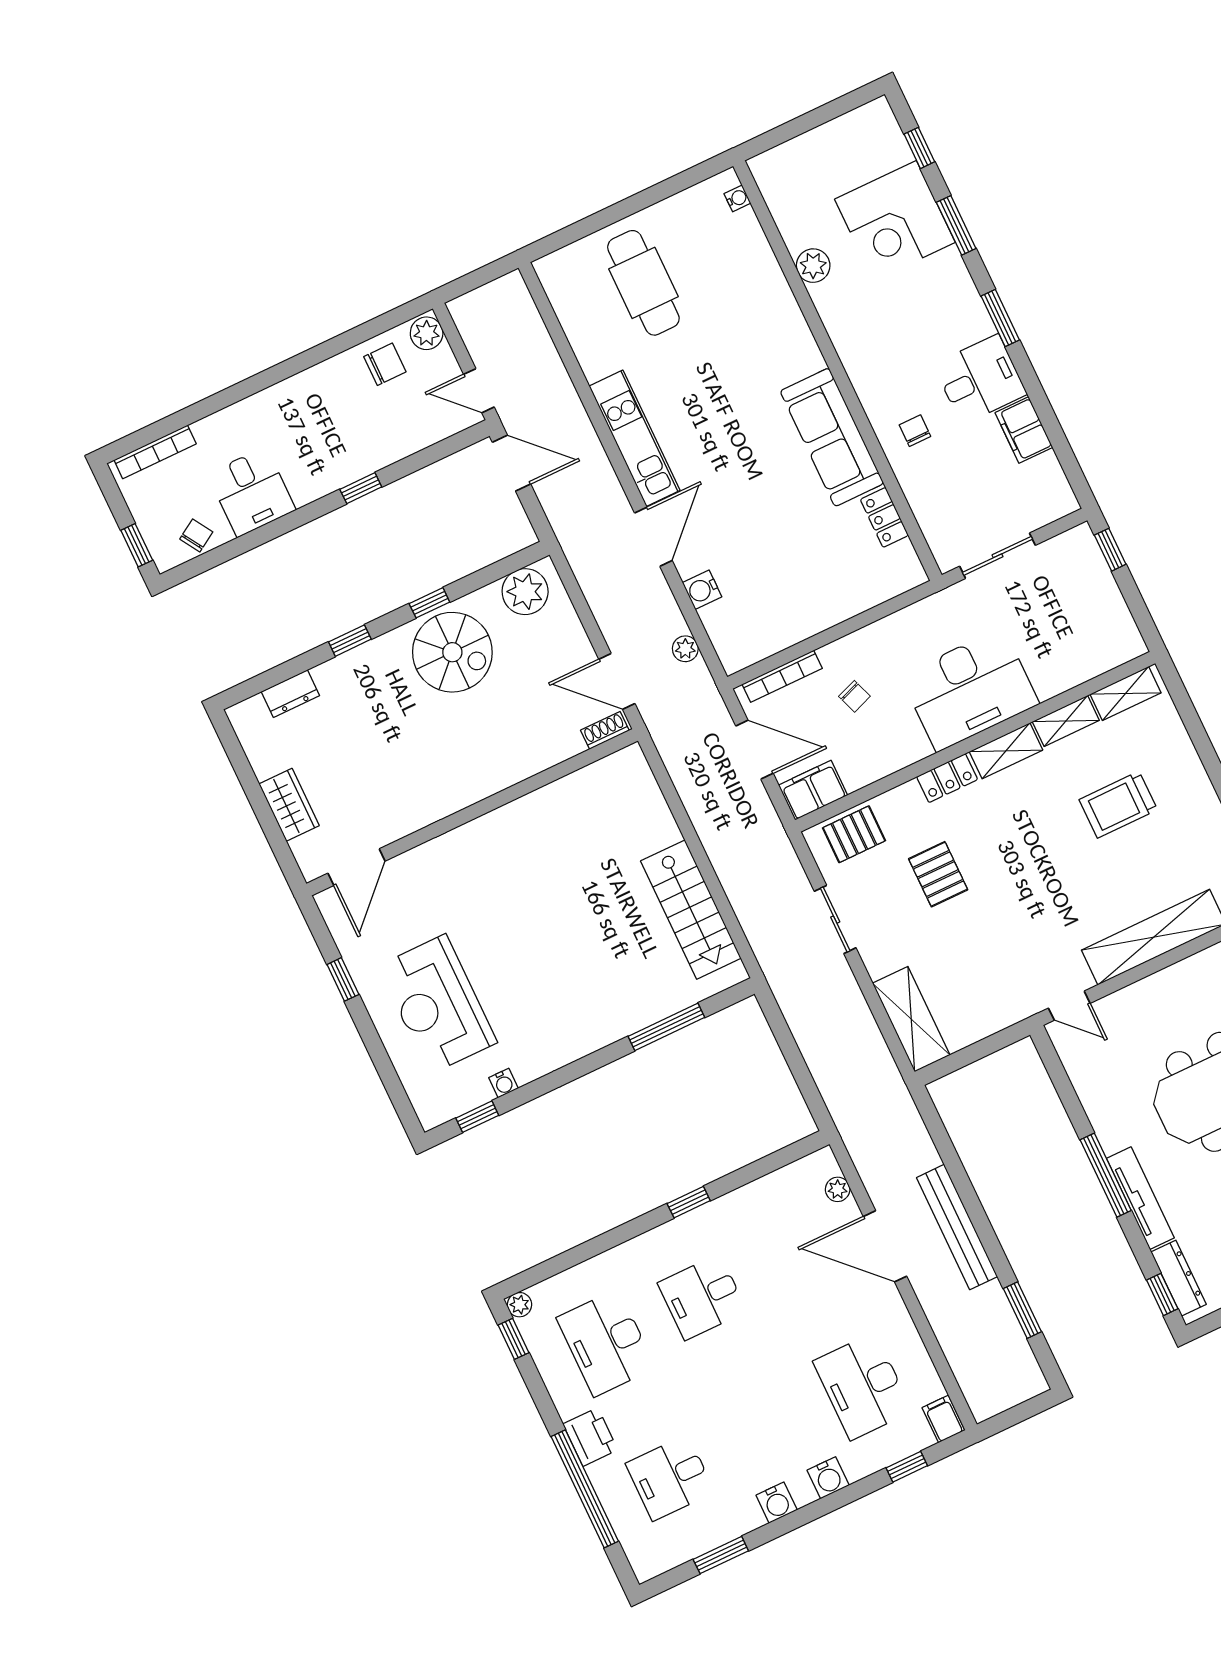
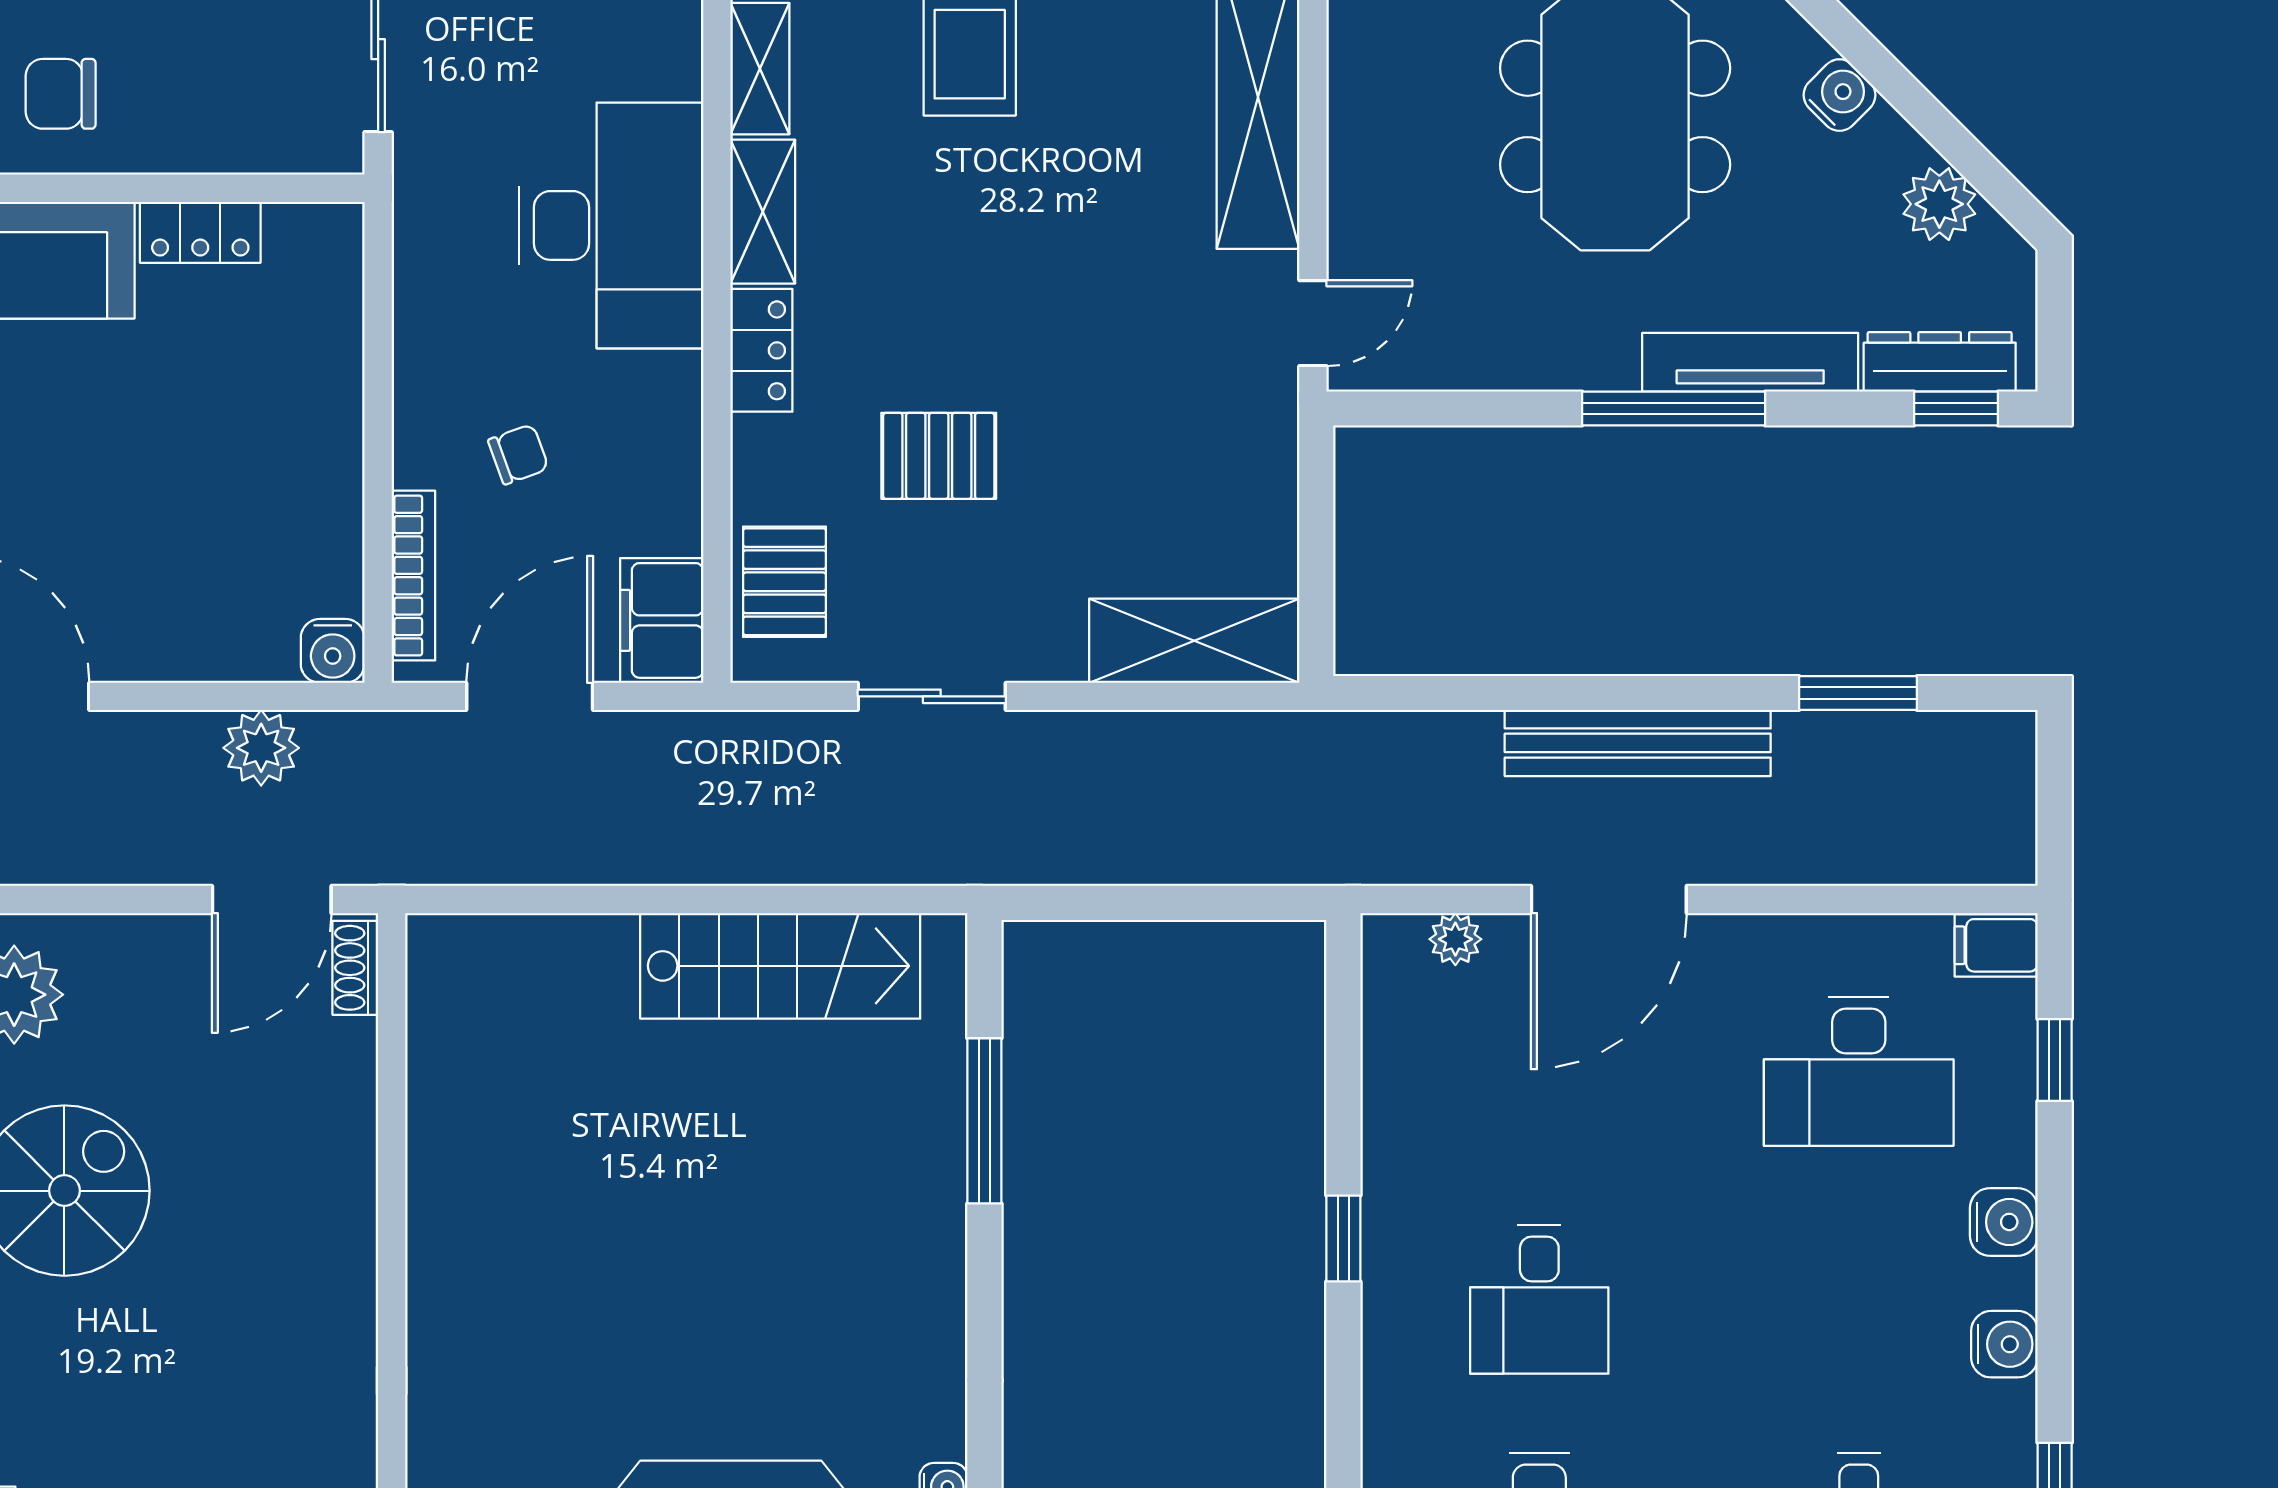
chair: (915, 431) -> (61, 94), width x1.37, depth x1.37
water cooler: (702, 590) -> (333, 651), moved
plant: (685, 649) -> (261, 748), width x1.38, depth x1.38

